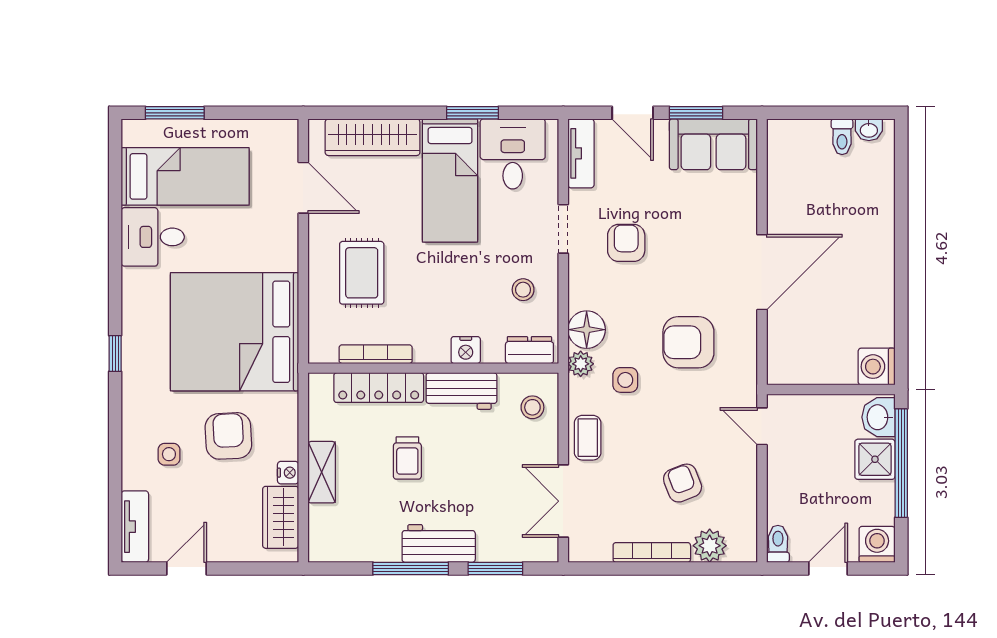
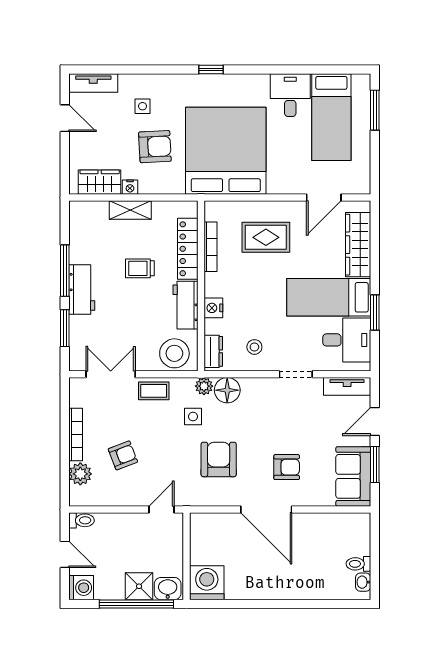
armchair: (626, 243) -> (287, 467), moved
washing machine: (877, 367) -> (207, 583), width x1.37, depth x1.37
stool: (532, 407) -> (174, 353), width x1.89, depth x1.89

